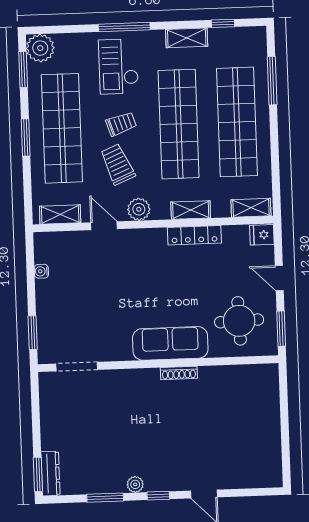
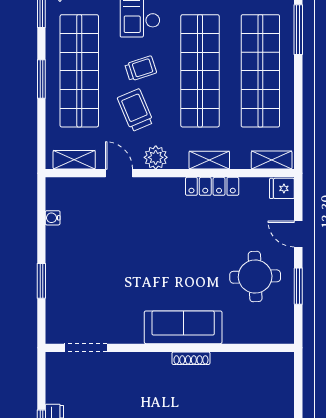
sofa: (170, 343) -> (183, 327), moved
wall: (158, 364) -> (170, 348), moved
doorway: (77, 367) -> (86, 348), moved
shoe rack: (179, 373) -> (191, 358), moved

